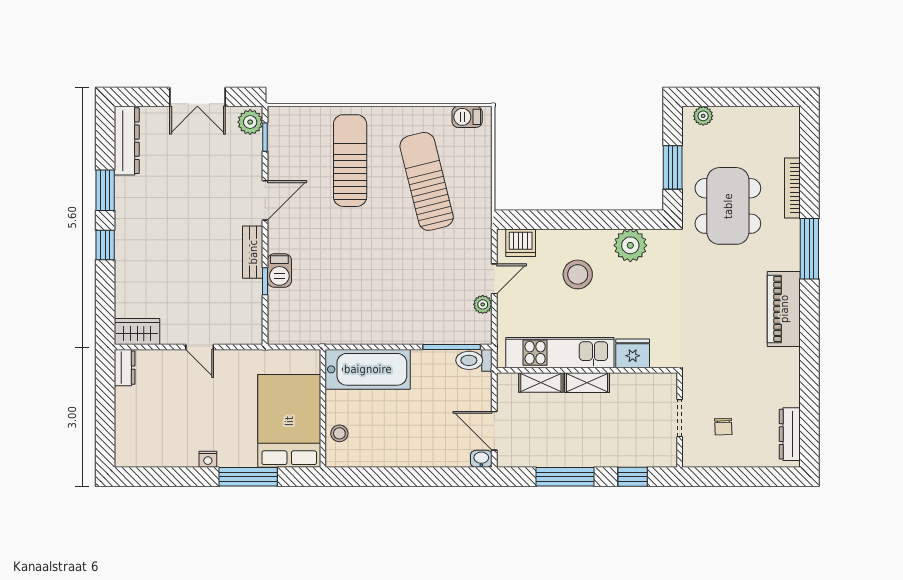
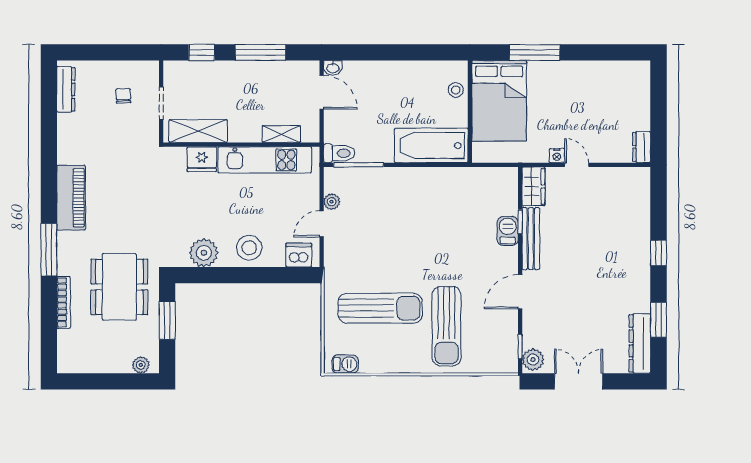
sun lounger: (427, 181) -> (380, 308), turned -76
window: (105, 190) -> (658, 320), moved
bench: (253, 252) -> (531, 239), width x1.36
stool: (578, 274) -> (249, 248), moved
wardrobe: (137, 332) -> (533, 186), moved, turned -90
shelving: (587, 383) -> (198, 131), moved, width x1.50, depth x1.33
nightstand: (208, 459) -> (557, 156), moved, turned 180

